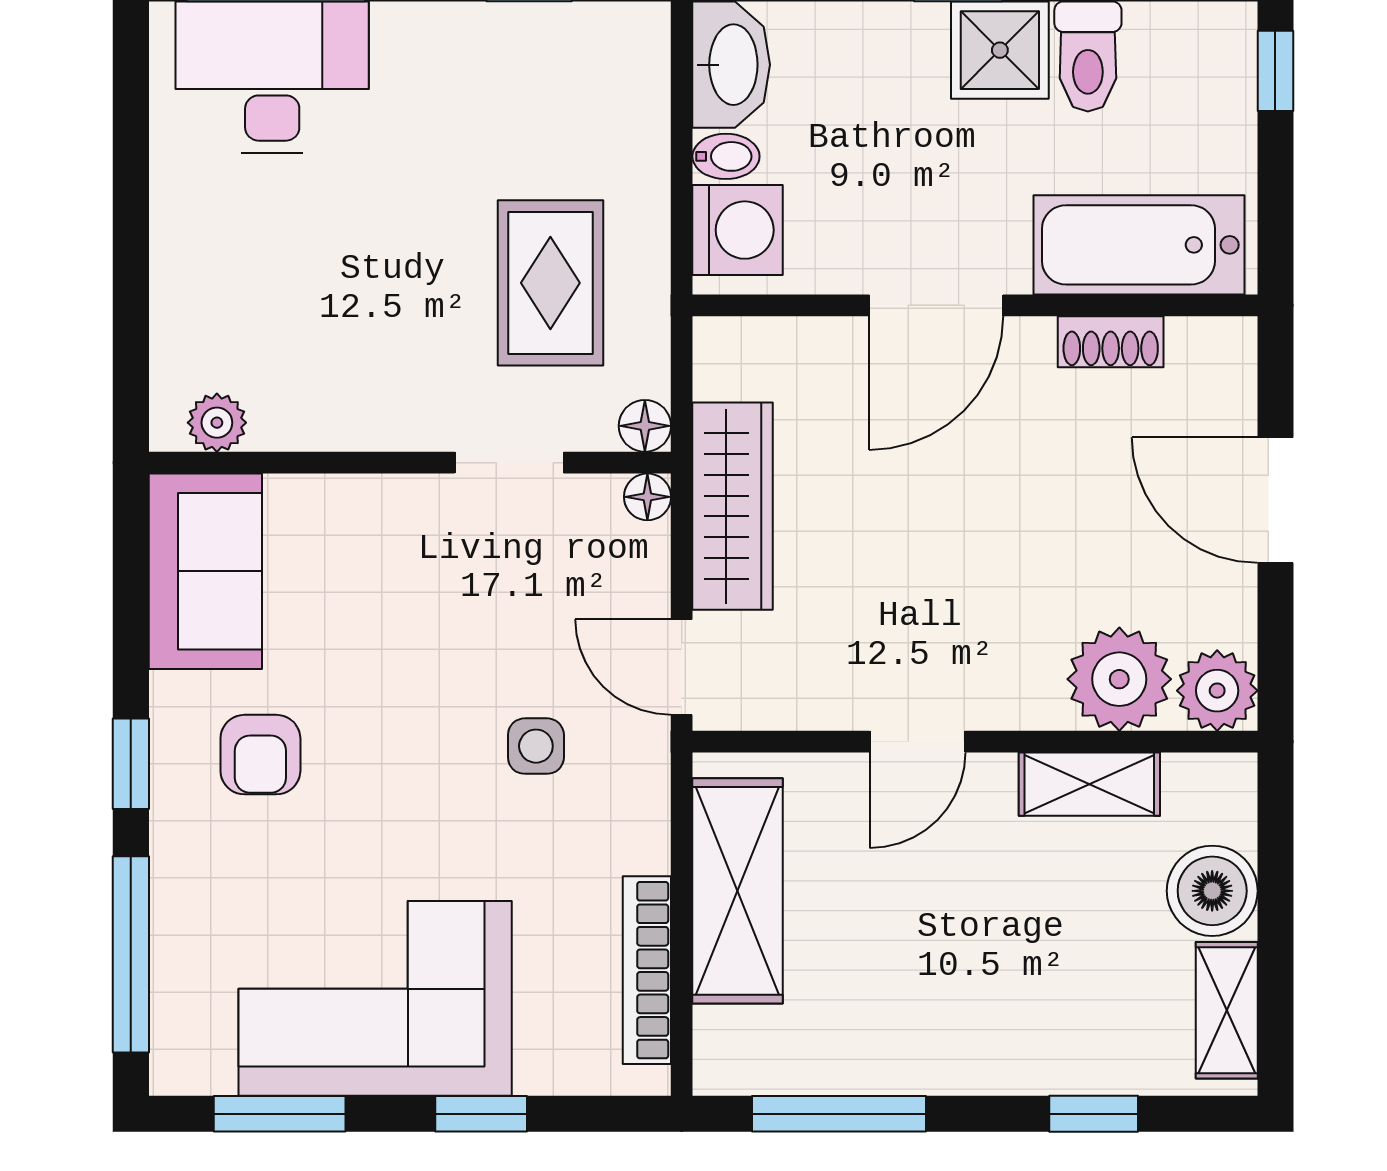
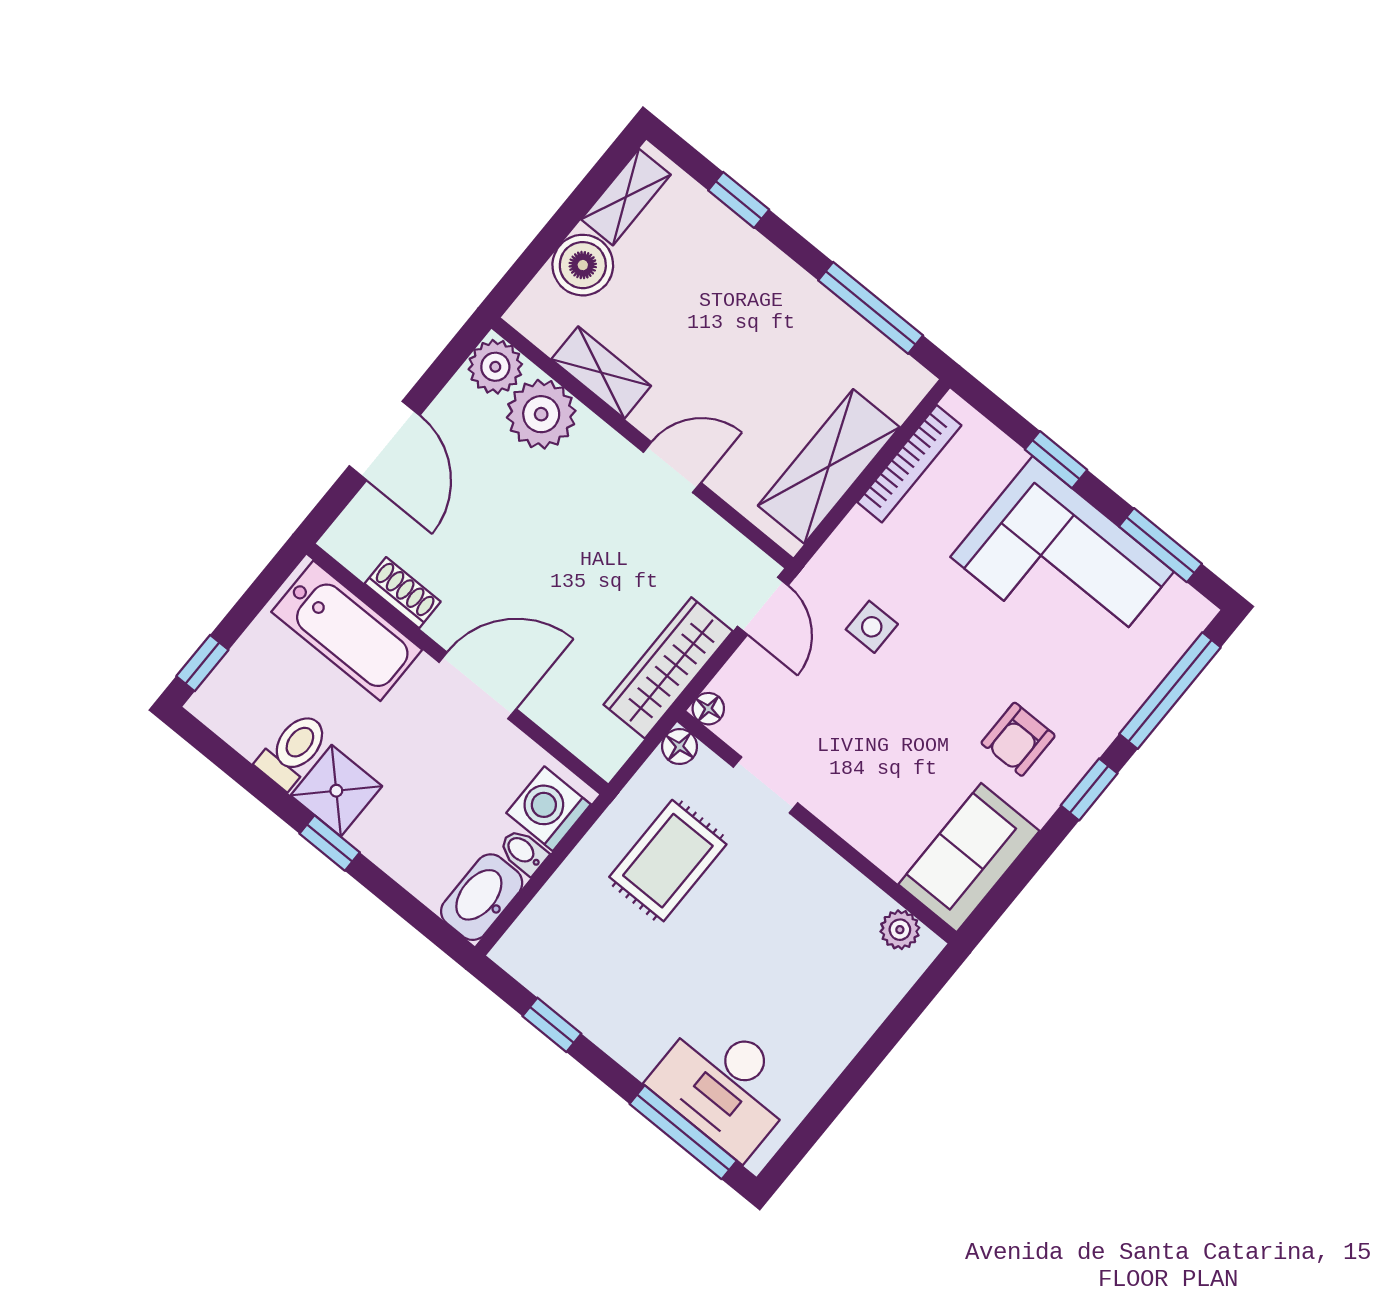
armchair: (260, 755) -> (1018, 739), turned 180

